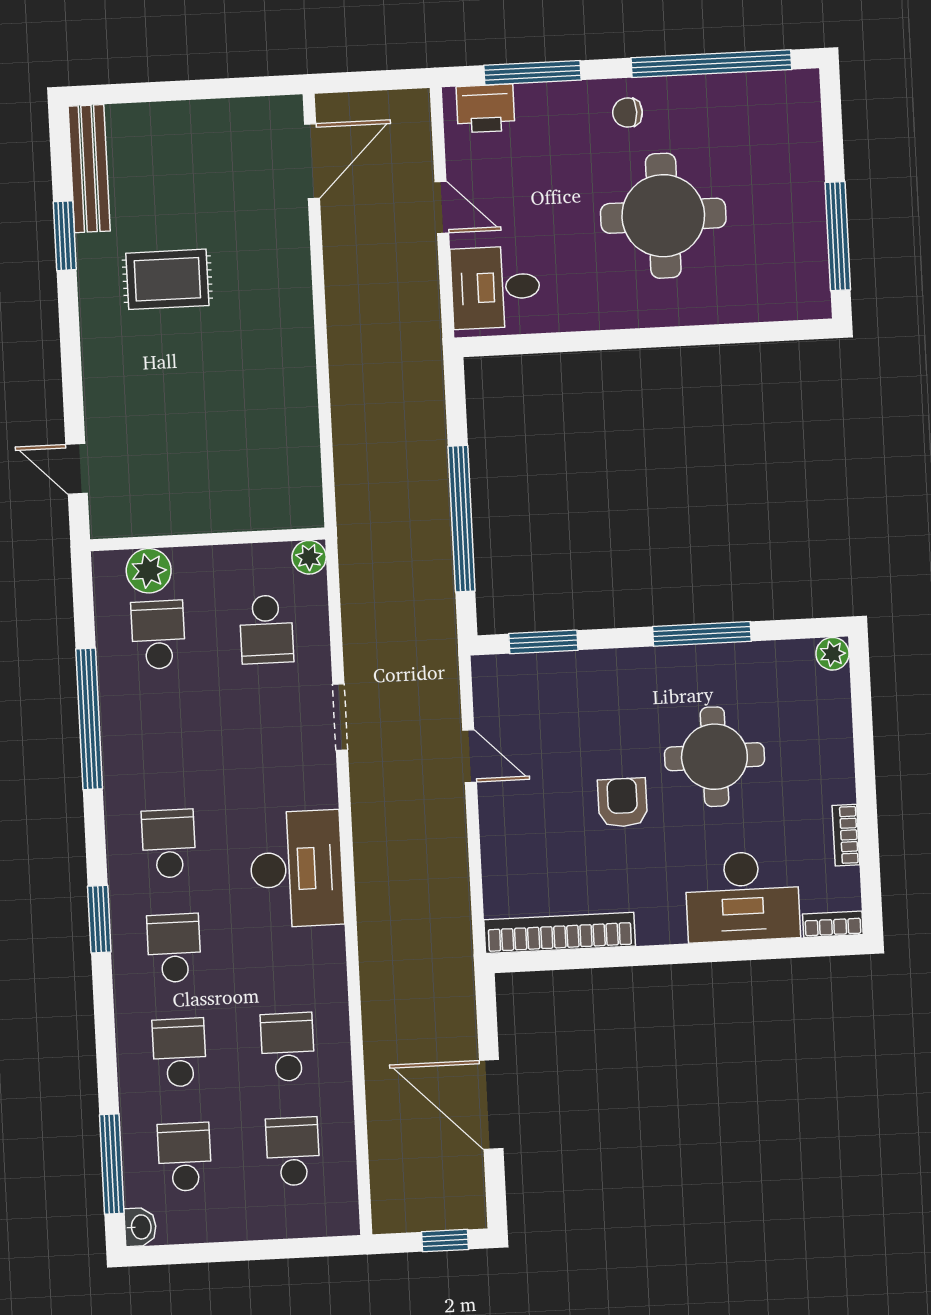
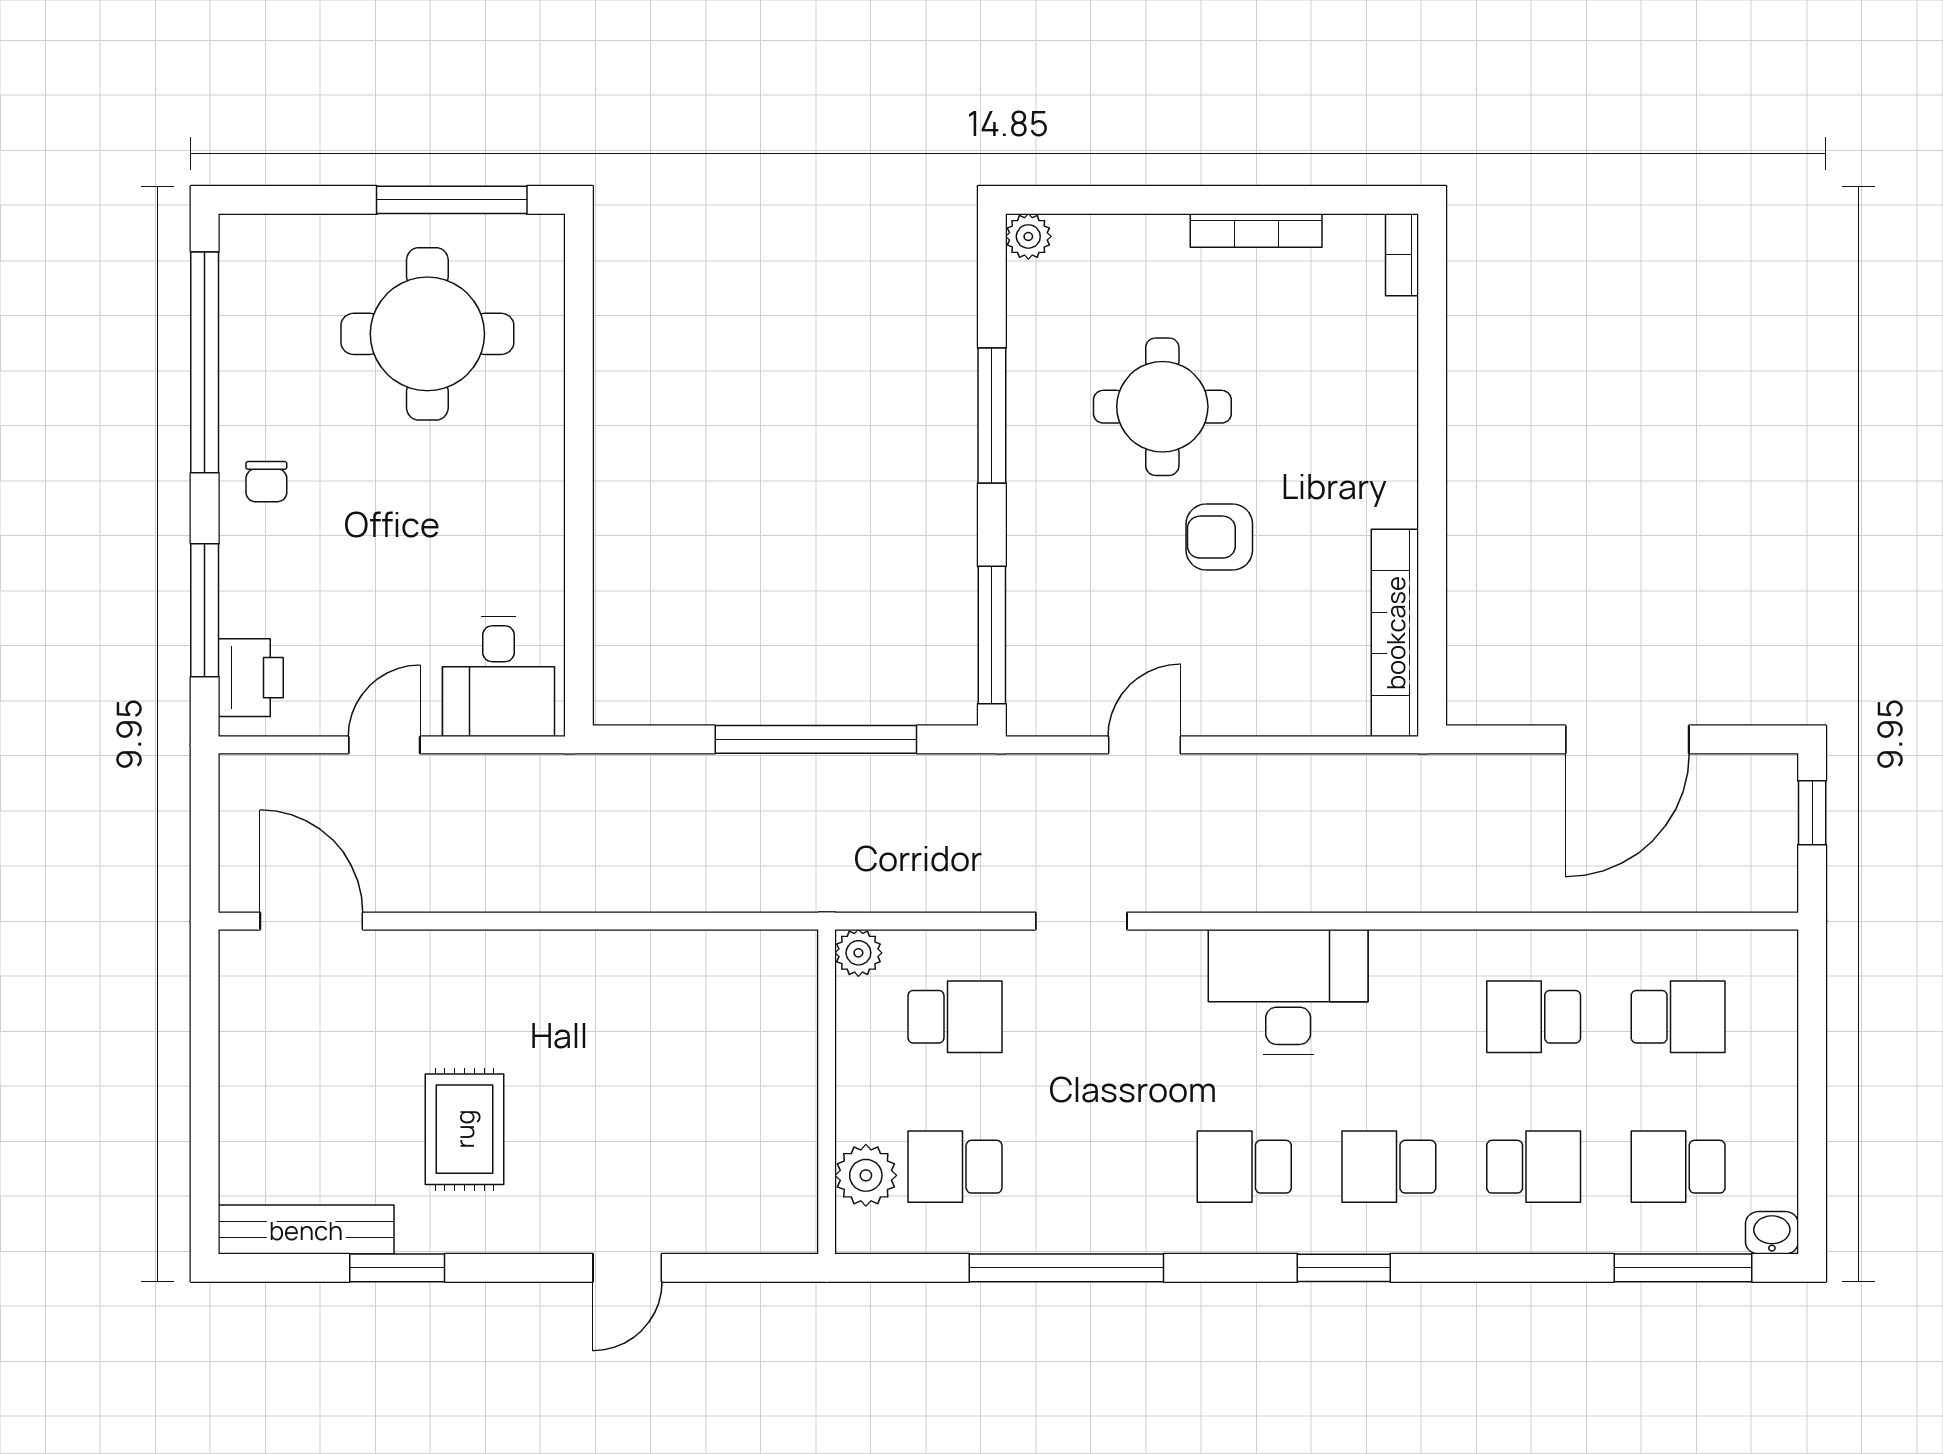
round table: (663, 216) -> (427, 334), moved
door: (77, 469) -> (627, 1268), moved
window: (543, 642) -> (992, 635), width x1.44
bookcase: (846, 835) -> (1256, 231), width x1.56
desk: (742, 897) -> (1357, 378), removed
school desk: (179, 1052) -> (1534, 1167), turned 180
school desk: (293, 1151) -> (1678, 1017), turned 180

